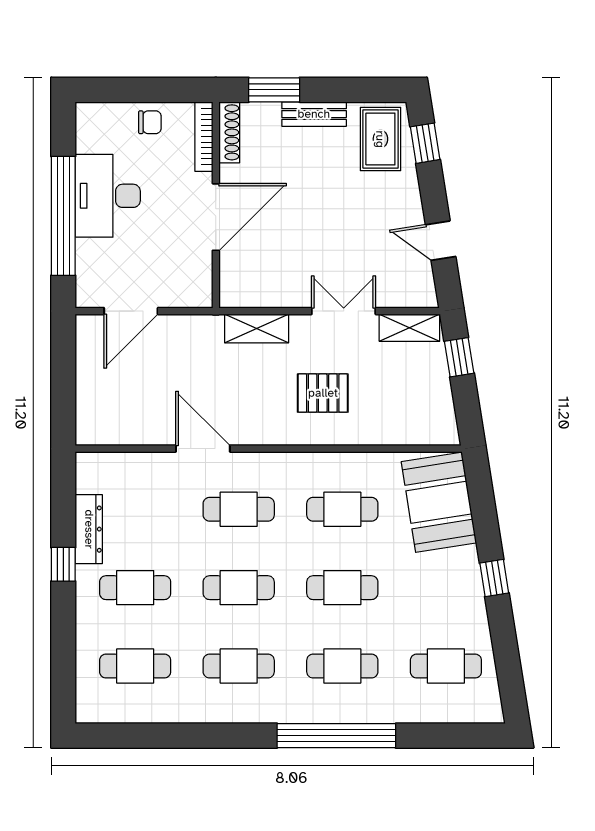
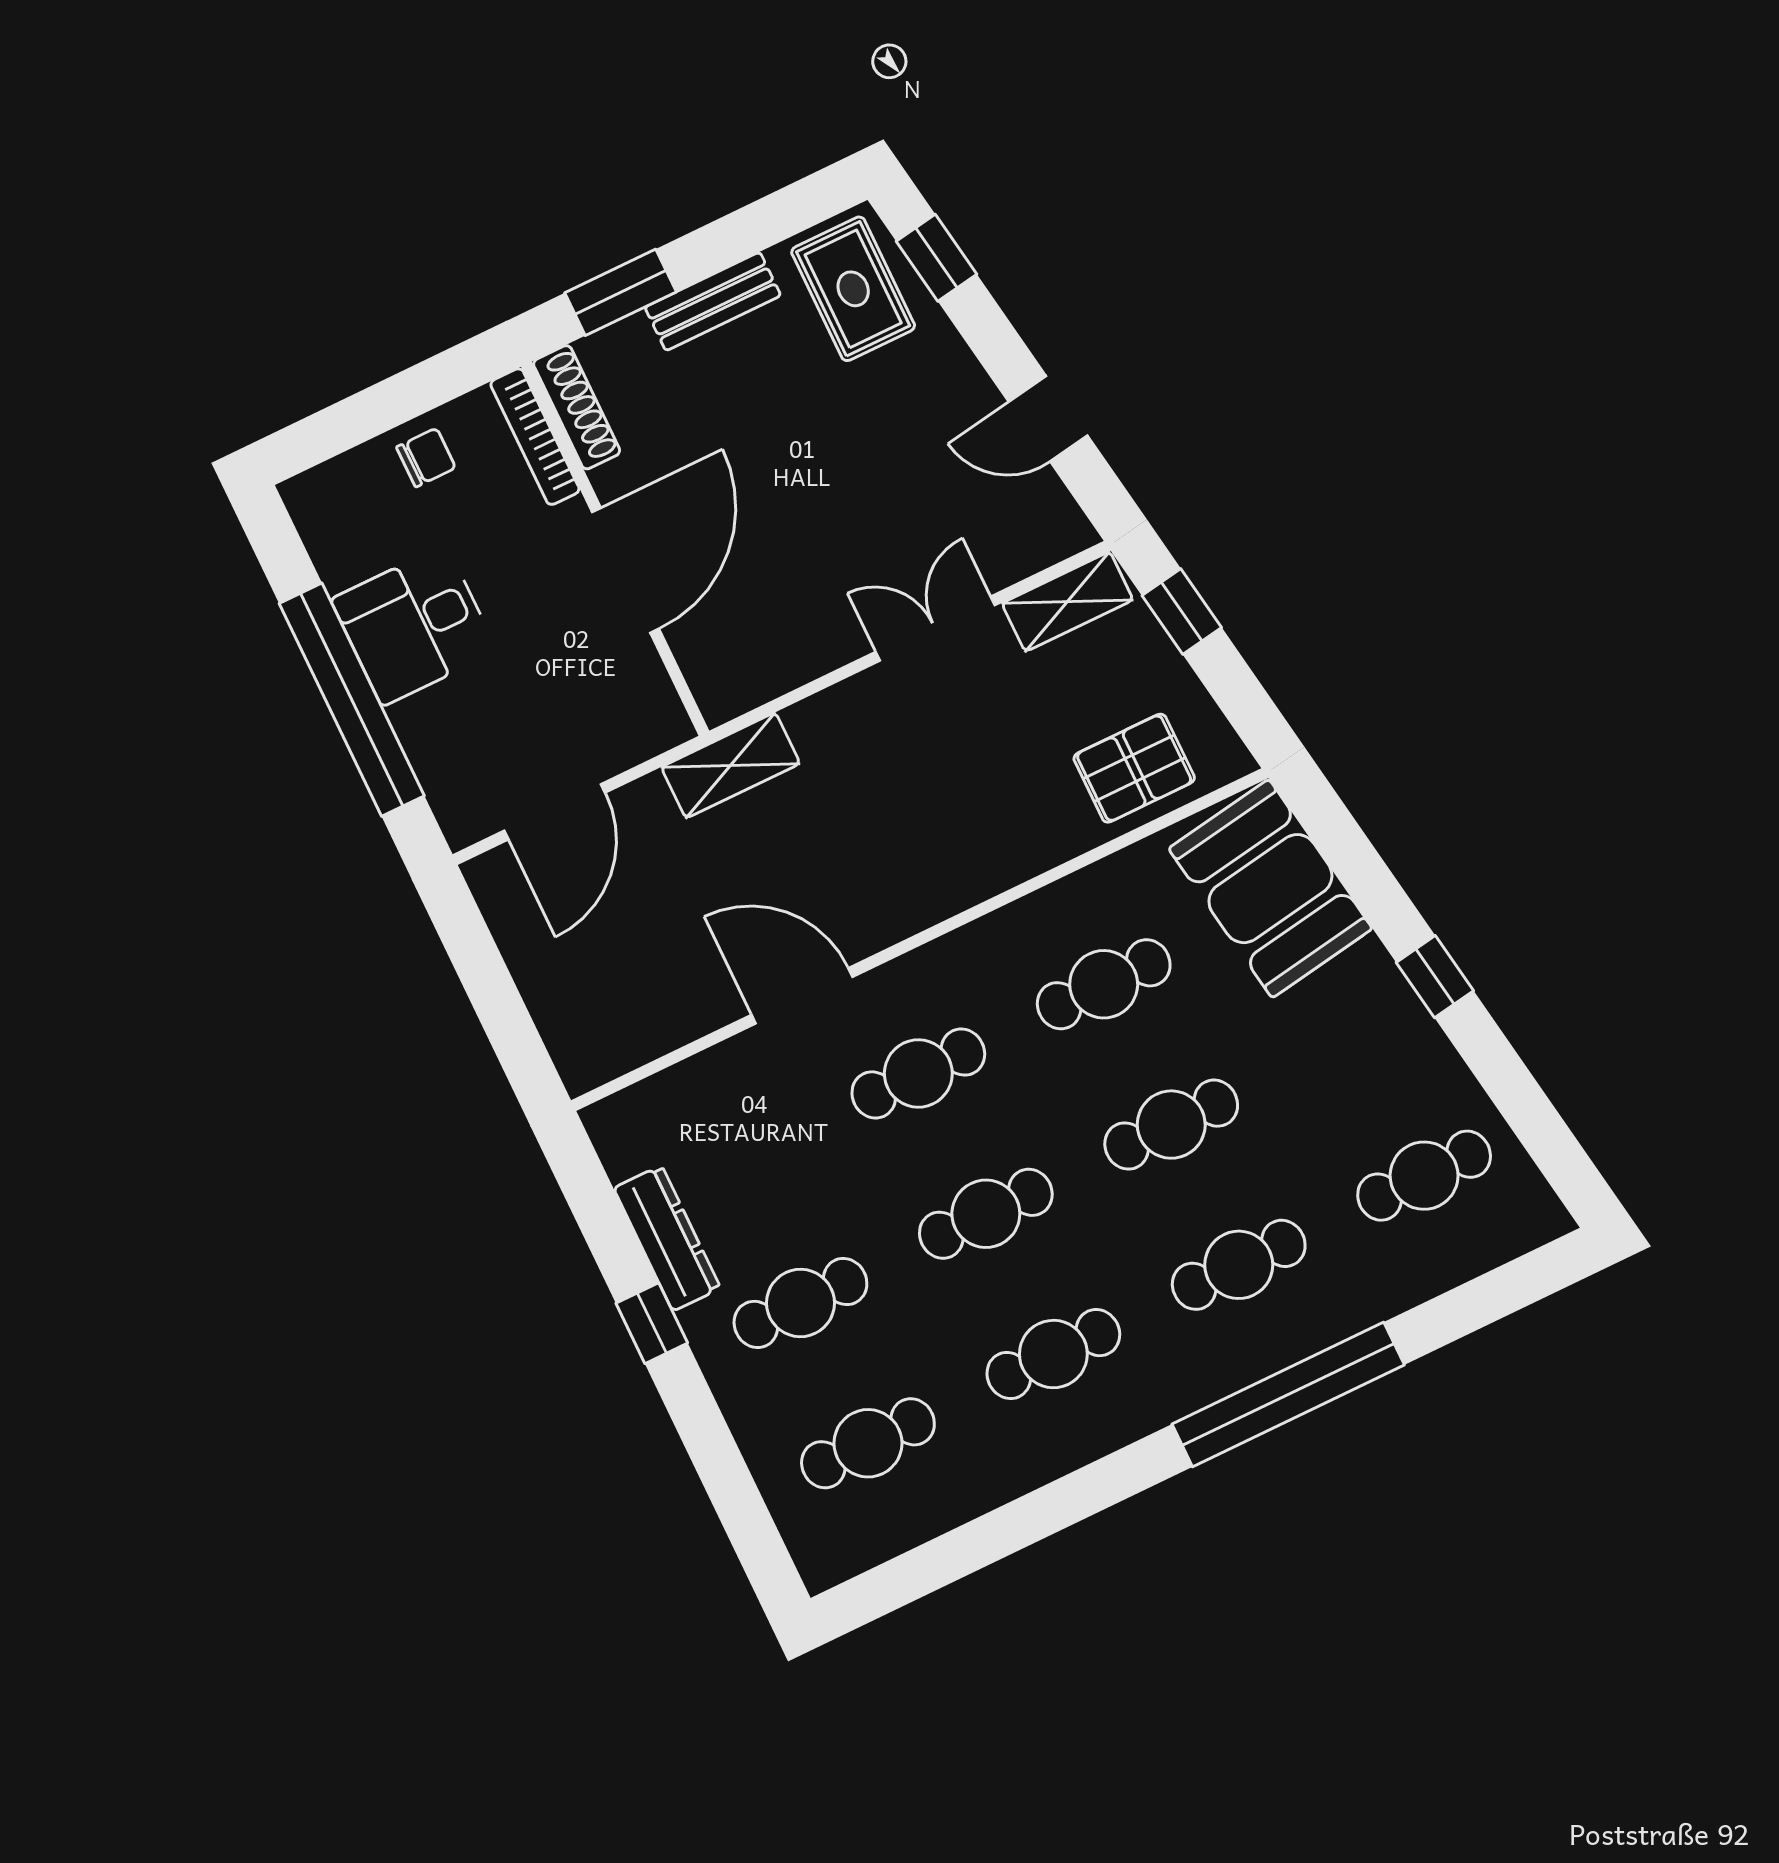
desk: (108, 196) -> (414, 625), width x0.73
shelving: (257, 328) -> (731, 765), moved
pallet: (323, 393) -> (1134, 768), moved

